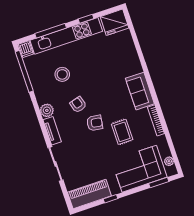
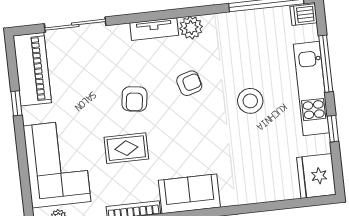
kitchen unit: (66, 36) -> (311, 88), width x0.73
stool: (62, 74) -> (250, 101), moved
armchair: (95, 123) -> (134, 99), moved
sliding door: (55, 164) -> (75, 25), moved
window: (159, 182) -> (26, 192), removed

